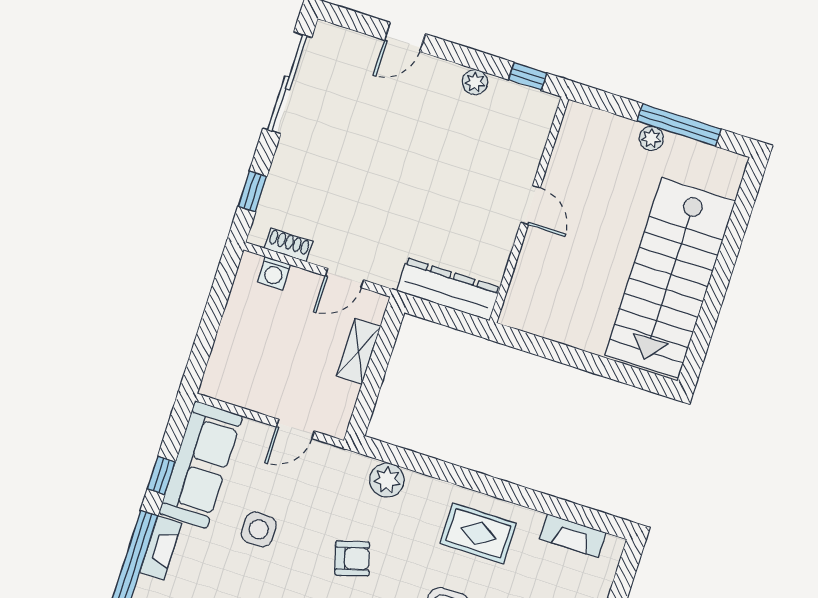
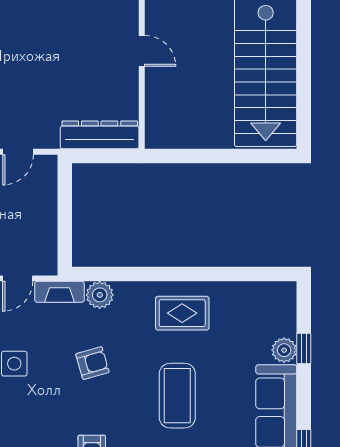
shelving: (359, 351) -> (47, 204), removed
fireplace: (573, 536) -> (59, 292), moved

